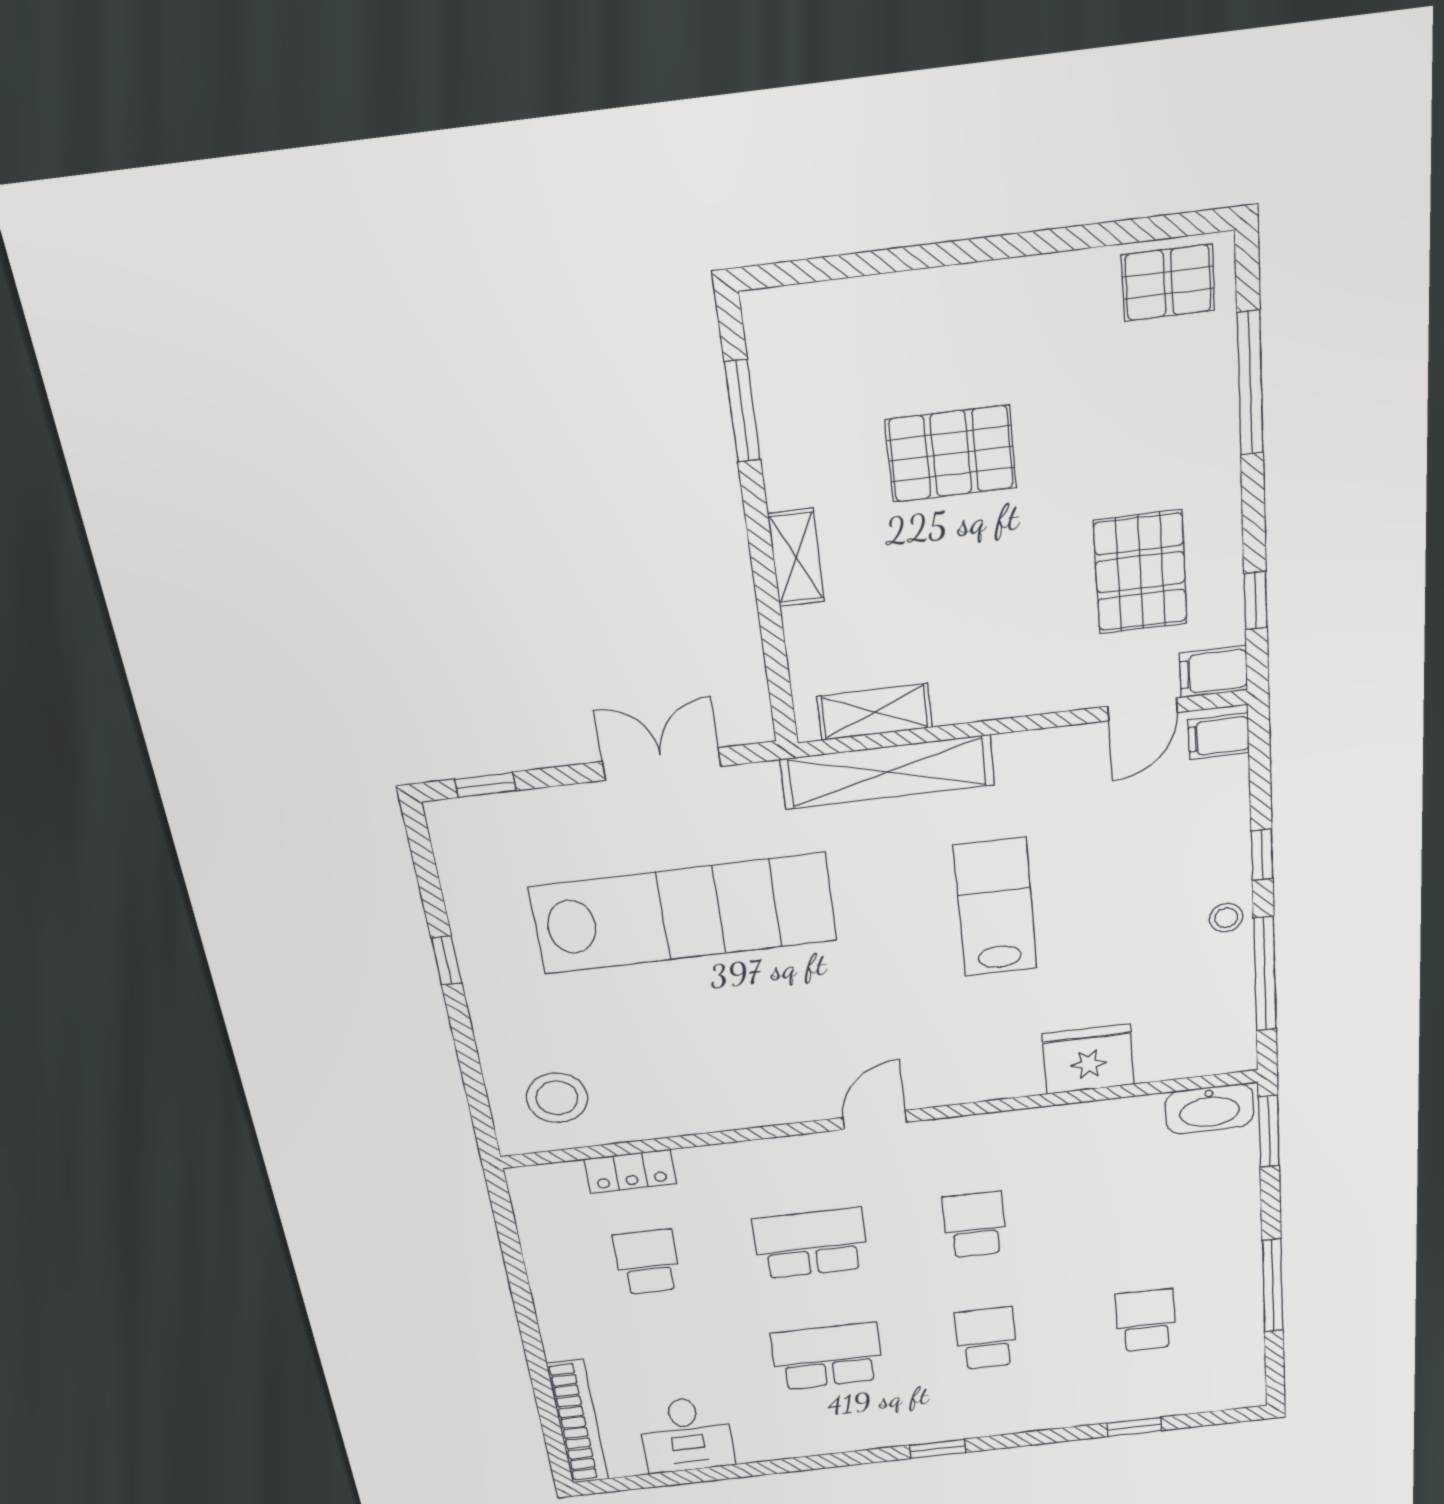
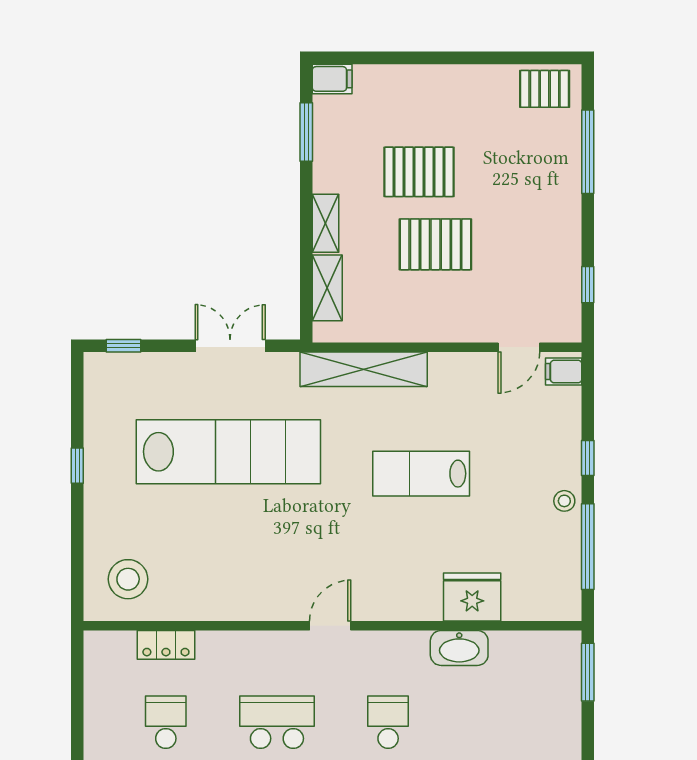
pallet: (1140, 572) -> (435, 244), moved, turned 90
filing cabinet: (1213, 672) -> (332, 79), moved, turned 180
shelving: (875, 712) -> (327, 288), moved, turned 90
lab bench: (995, 907) -> (421, 474), turned -90
washbasin: (1209, 1109) -> (459, 648), moved

